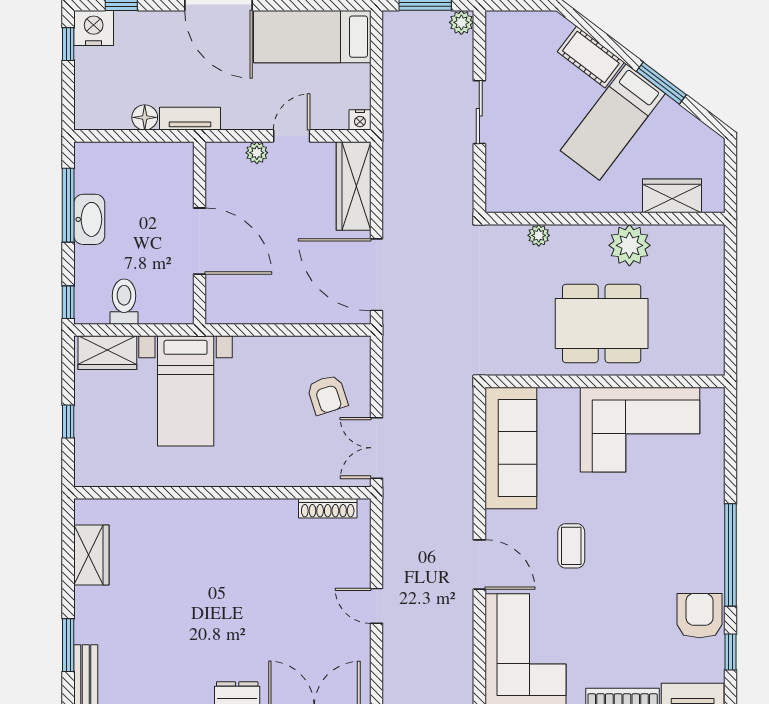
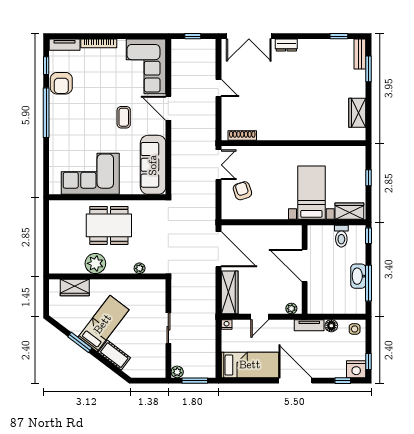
side table: (97, 111) -> (355, 329), added
plant: (257, 153) -> (291, 309), moved

